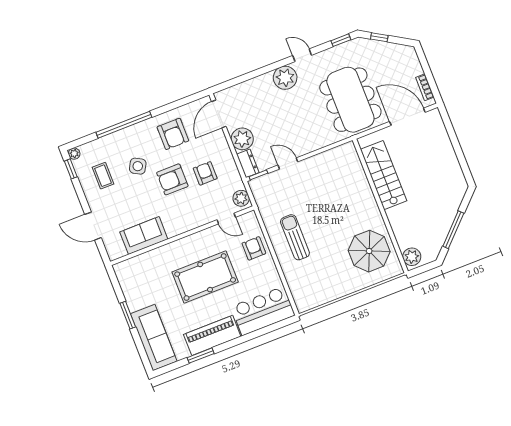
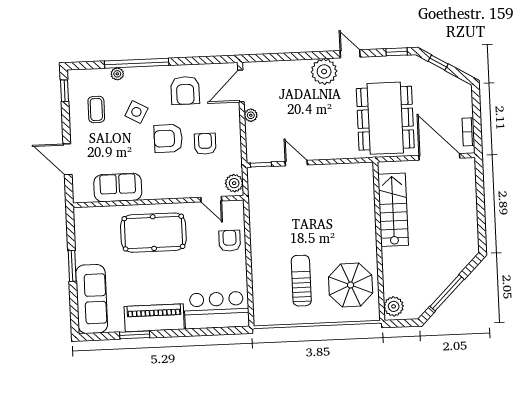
plant: (242, 139) -> (251, 115), width x0.53, depth x0.53
plant: (74, 154) -> (117, 74), moved
dresser: (248, 163) -> (254, 149), removed
sun lounger: (295, 237) -> (301, 281), moved
pool table: (205, 277) -> (153, 233), moved

